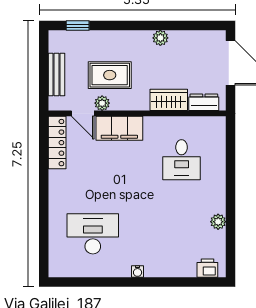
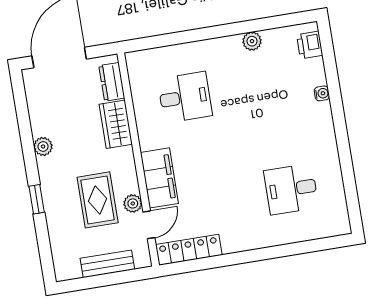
window: (78, 26) -> (37, 199), moved
desk: (93, 234) -> (291, 189), width x0.73
water cooler: (138, 272) -> (322, 93), moved

